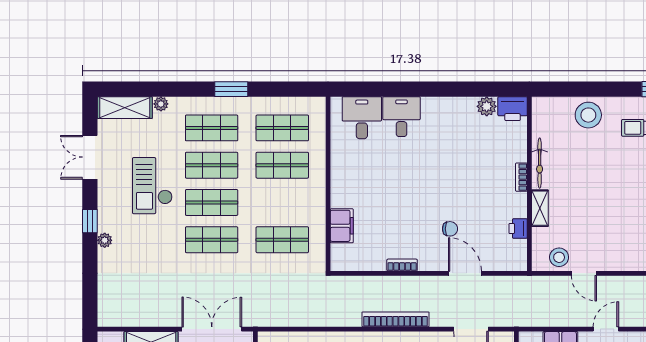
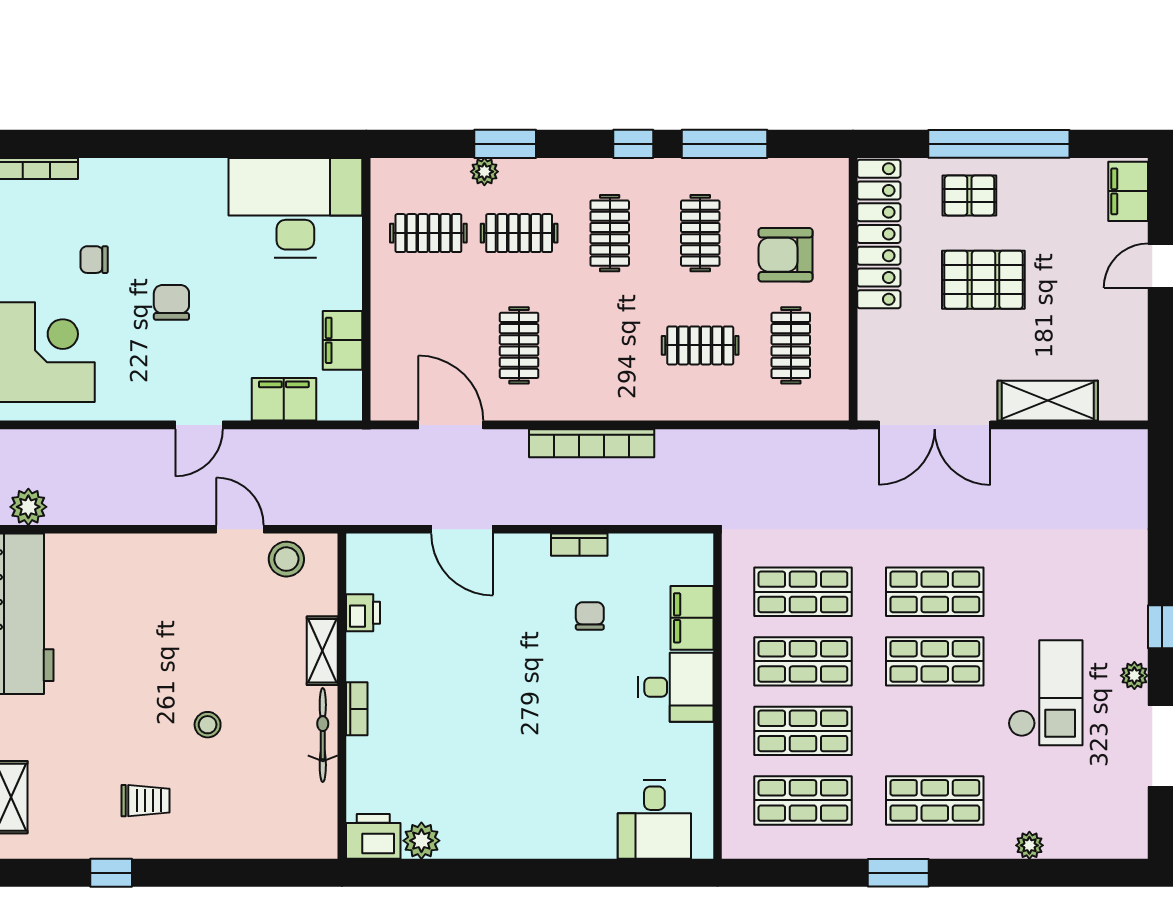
shelving: (125, 108) -> (1097, 838), removed
stool: (588, 115) -> (208, 725), moved, width x0.53, depth x0.53
desk: (401, 117) -> (676, 687), moved, turned -90
shop shelf: (212, 165) -> (803, 661), moved
chair: (450, 229) -> (590, 616), moved, turned 90
plant: (105, 240) -> (1134, 676), moved

